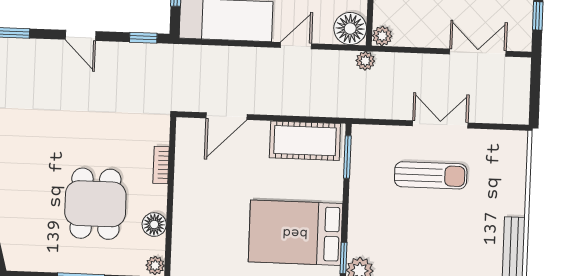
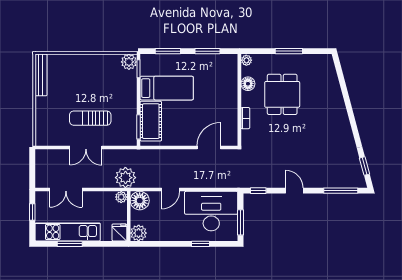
plant: (365, 61) -> (125, 178), width x1.87, depth x1.87
cot: (305, 141) -> (151, 121), moved, turned 90
bed: (295, 233) -> (167, 88), width x0.67

